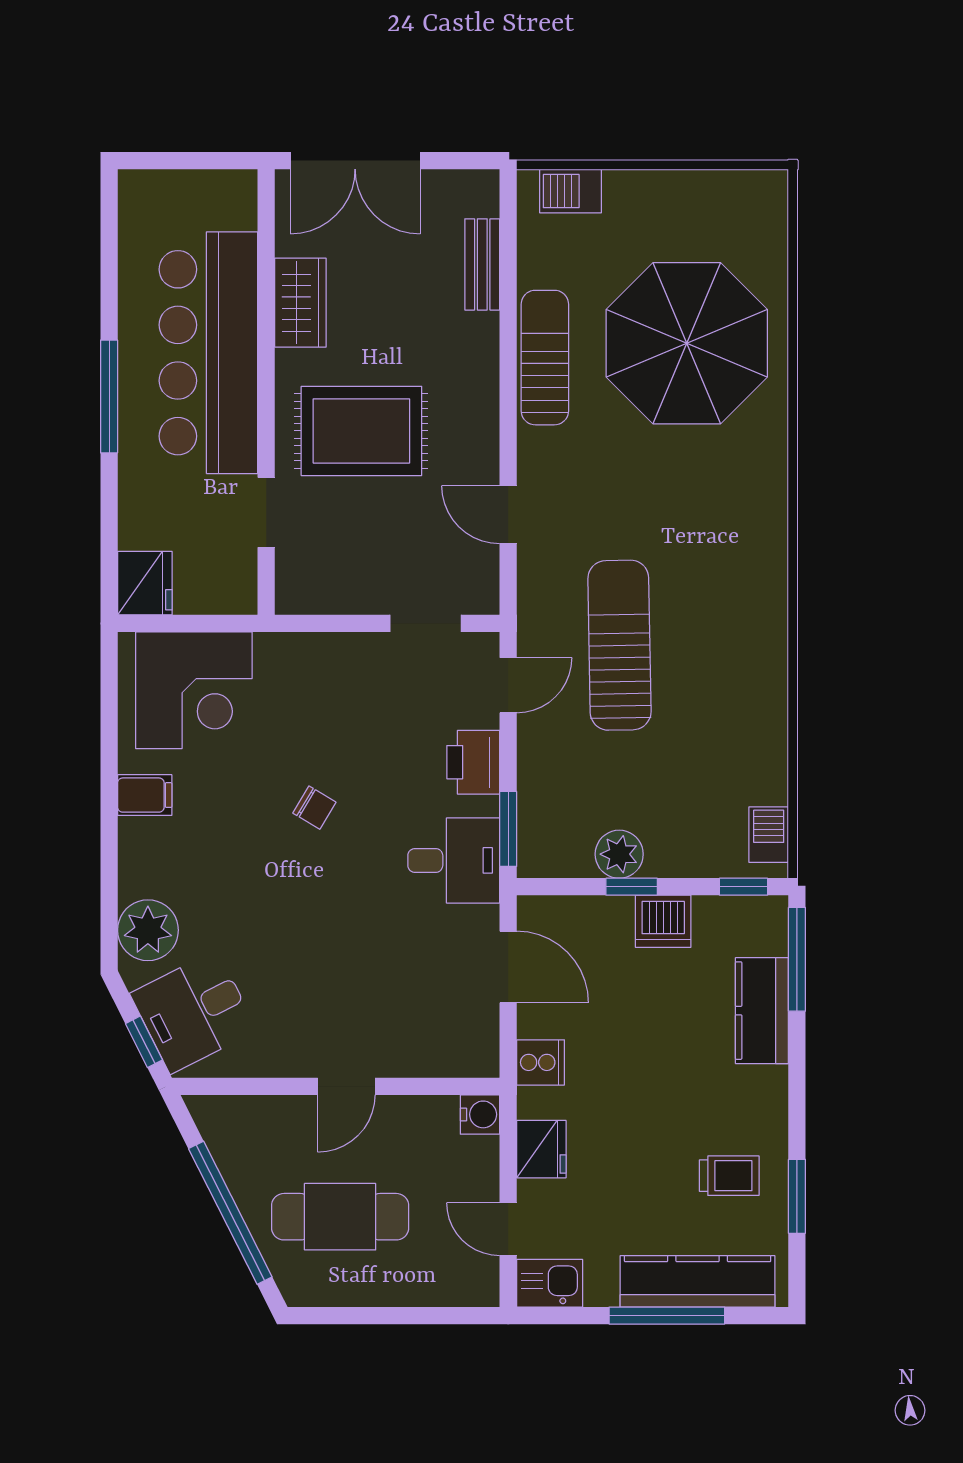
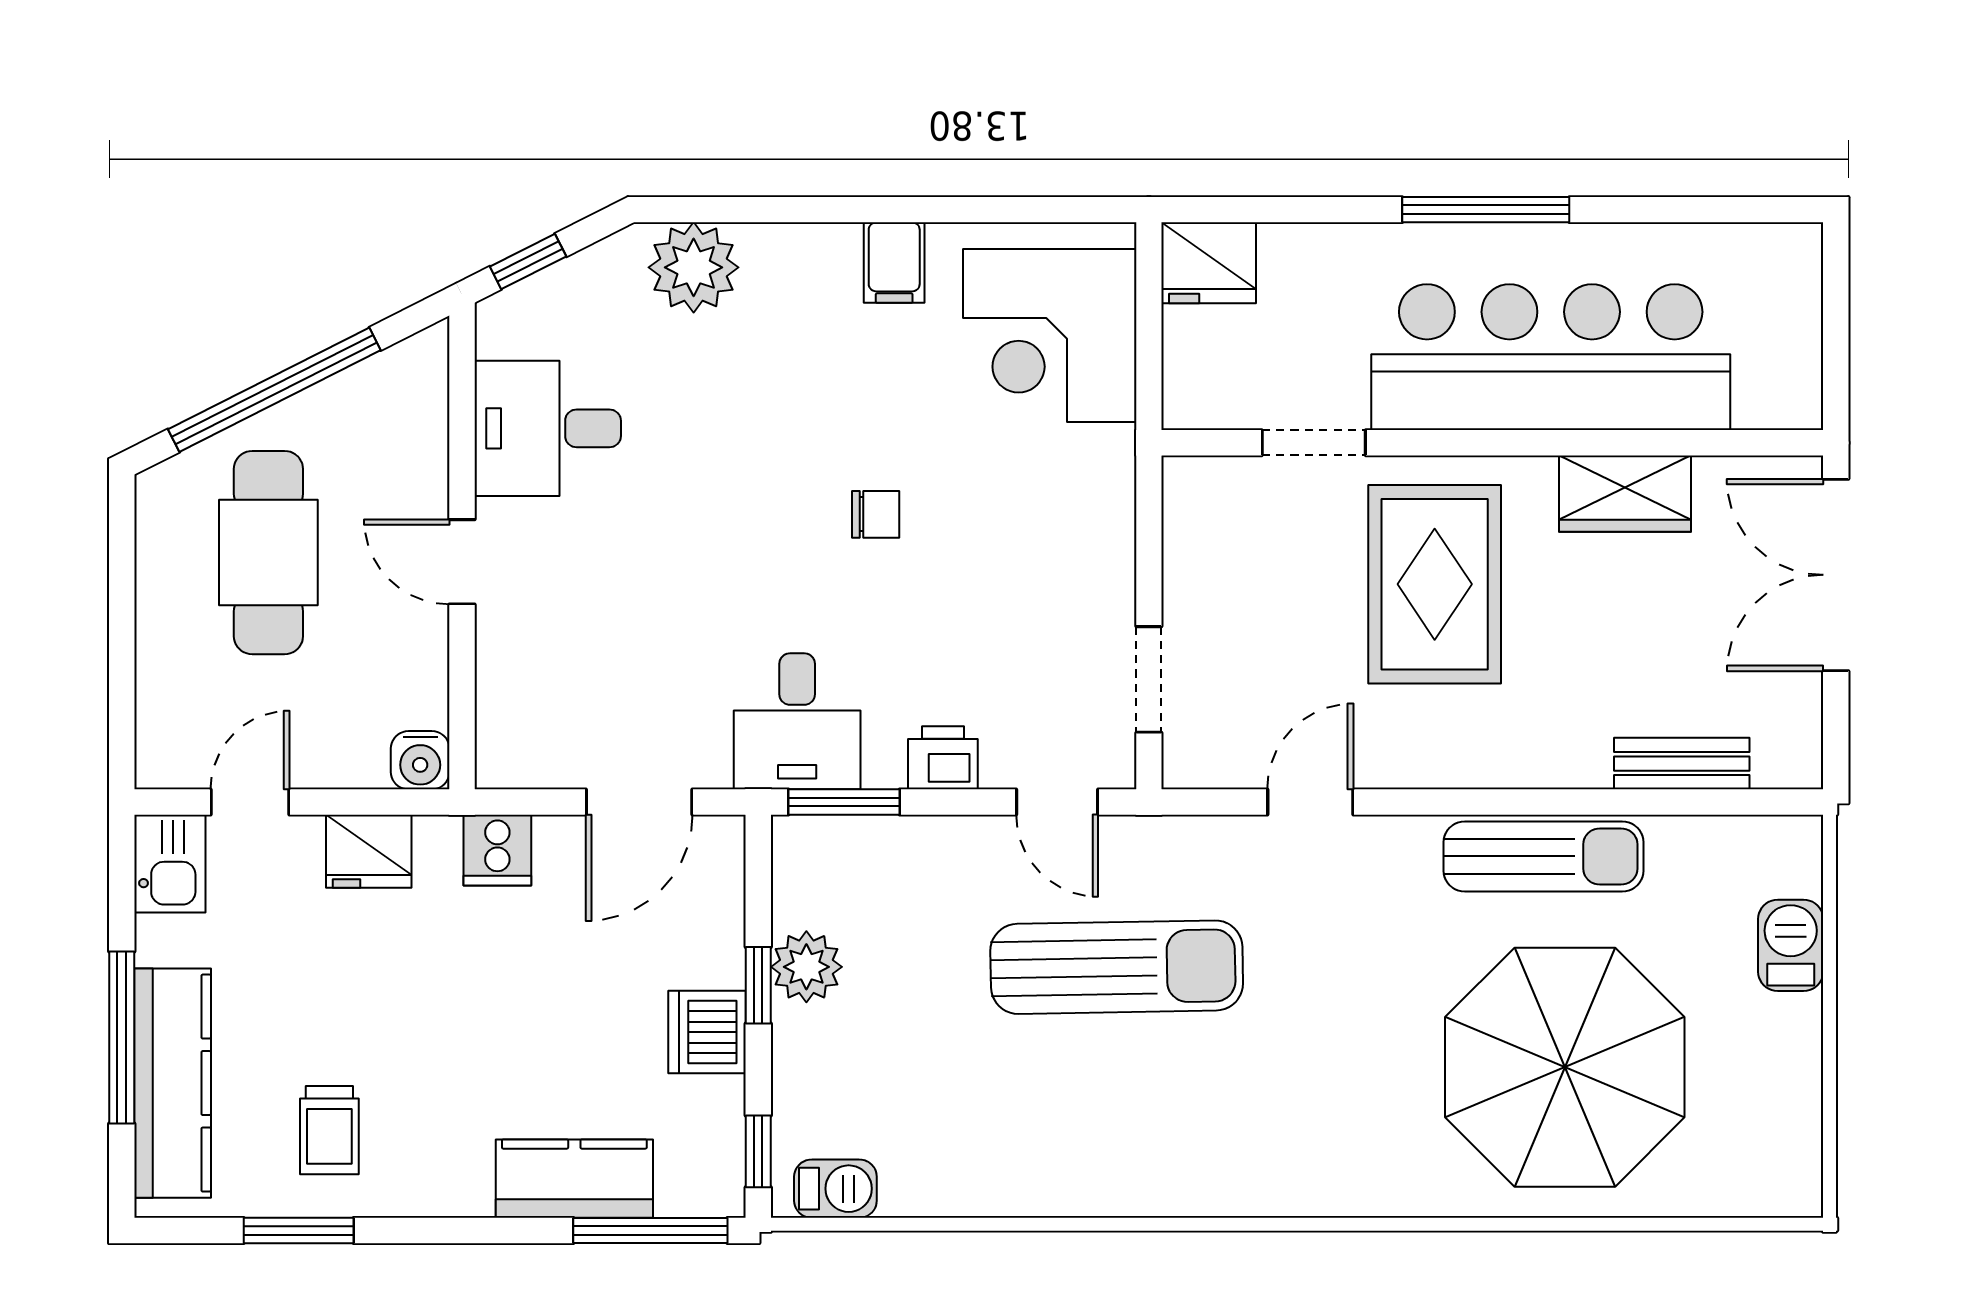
barbecue: (570, 191) -> (1791, 945), moved
printer: (473, 762) -> (943, 758), width x0.73, depth x0.81
chair: (314, 808) -> (876, 514), turned -121
desk: (194, 1012) -> (548, 428), moved, turned -63

